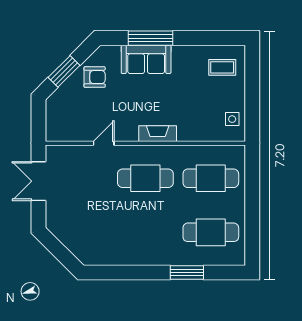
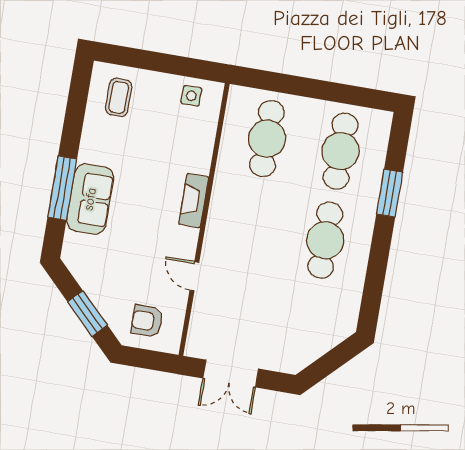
armchair: (95, 77) -> (147, 321), moved, turned -90
cafe table: (145, 178) -> (325, 240), moved

